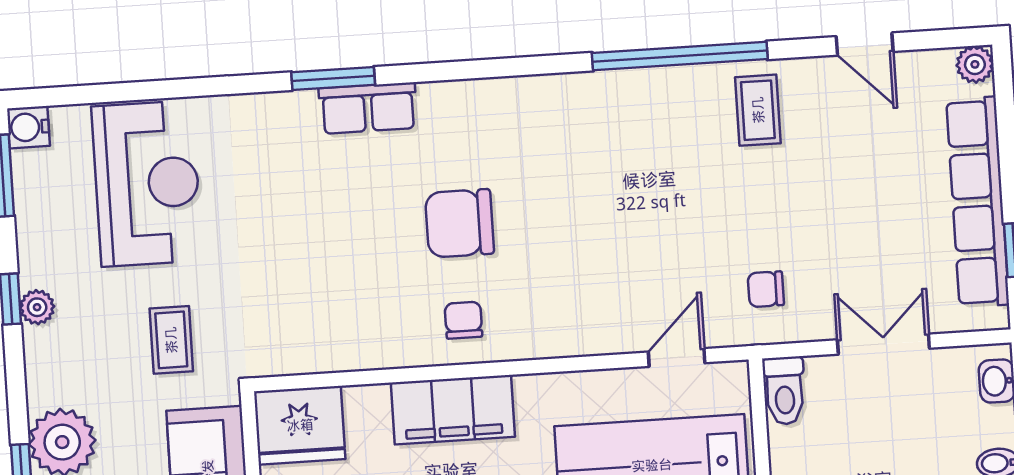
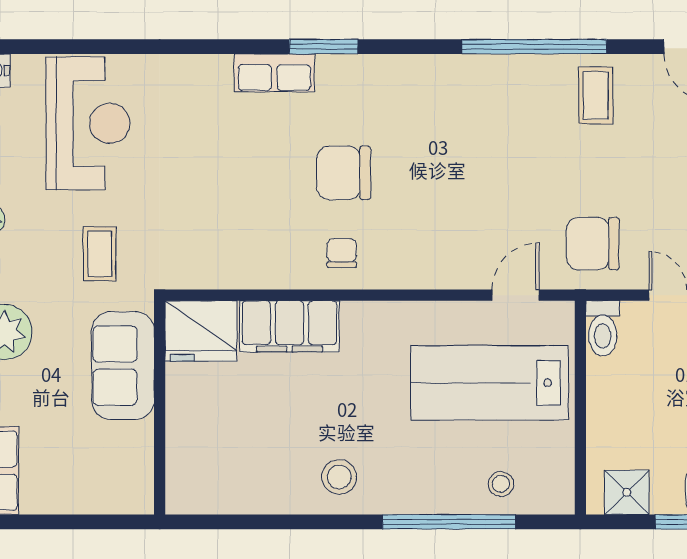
window: (333, 78) -> (324, 47), moved
chair: (766, 289) -> (593, 244), width x1.87, depth x1.87
filing cabinet: (453, 410) -> (289, 326), moved

